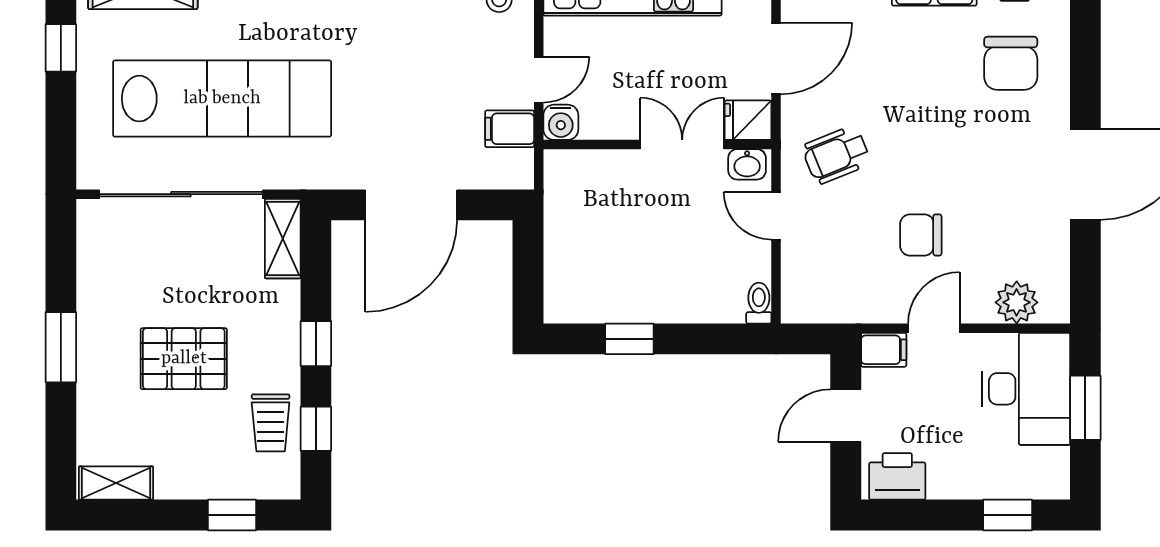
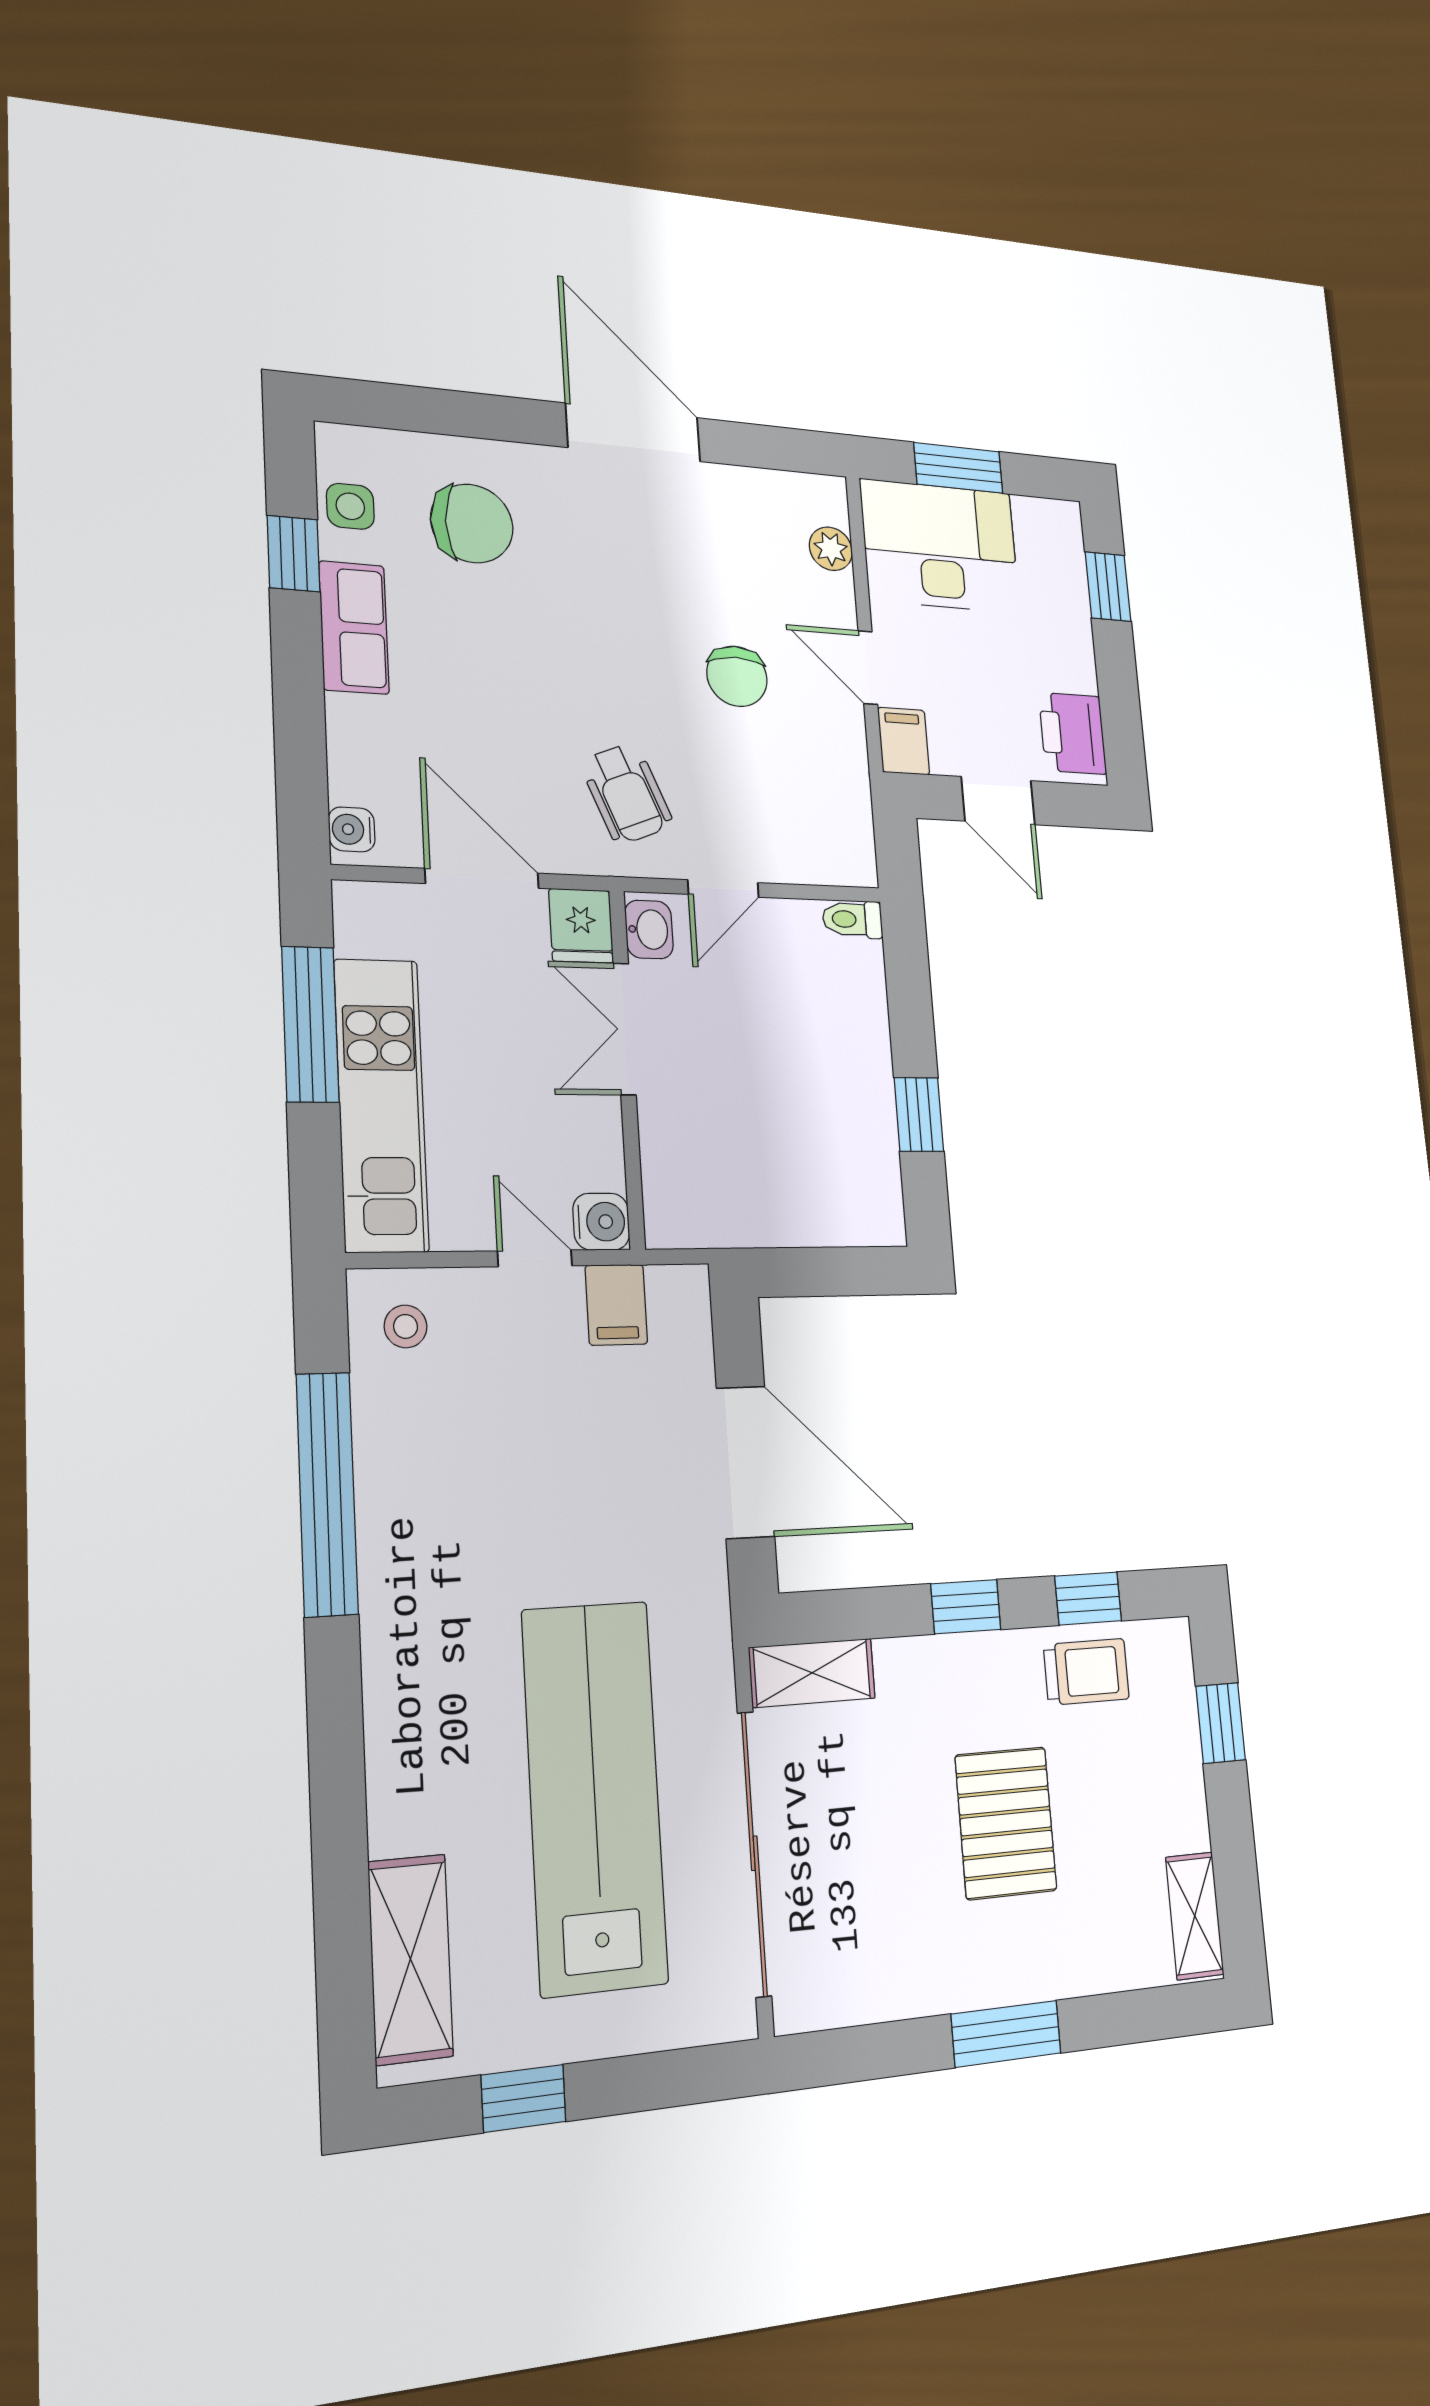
plant: (1017, 302) -> (831, 549), width x0.73, depth x0.73

